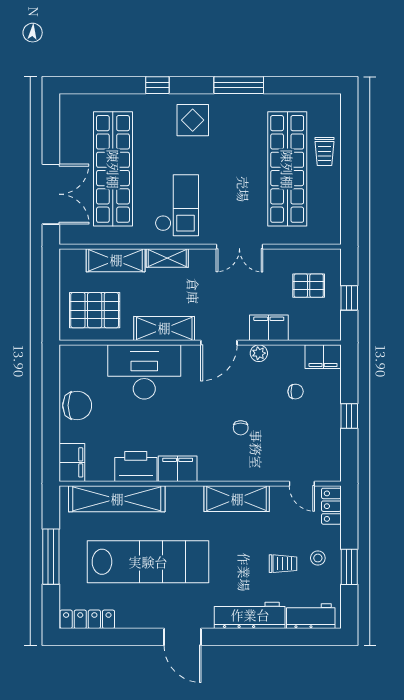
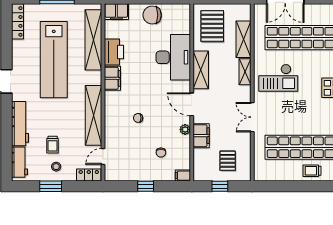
filing cabinet: (323, 357) -> (183, 176), width x0.50
chair: (77, 405) -> (152, 15), turned 90
shelving: (237, 499) -> (94, 115), width x1.47

